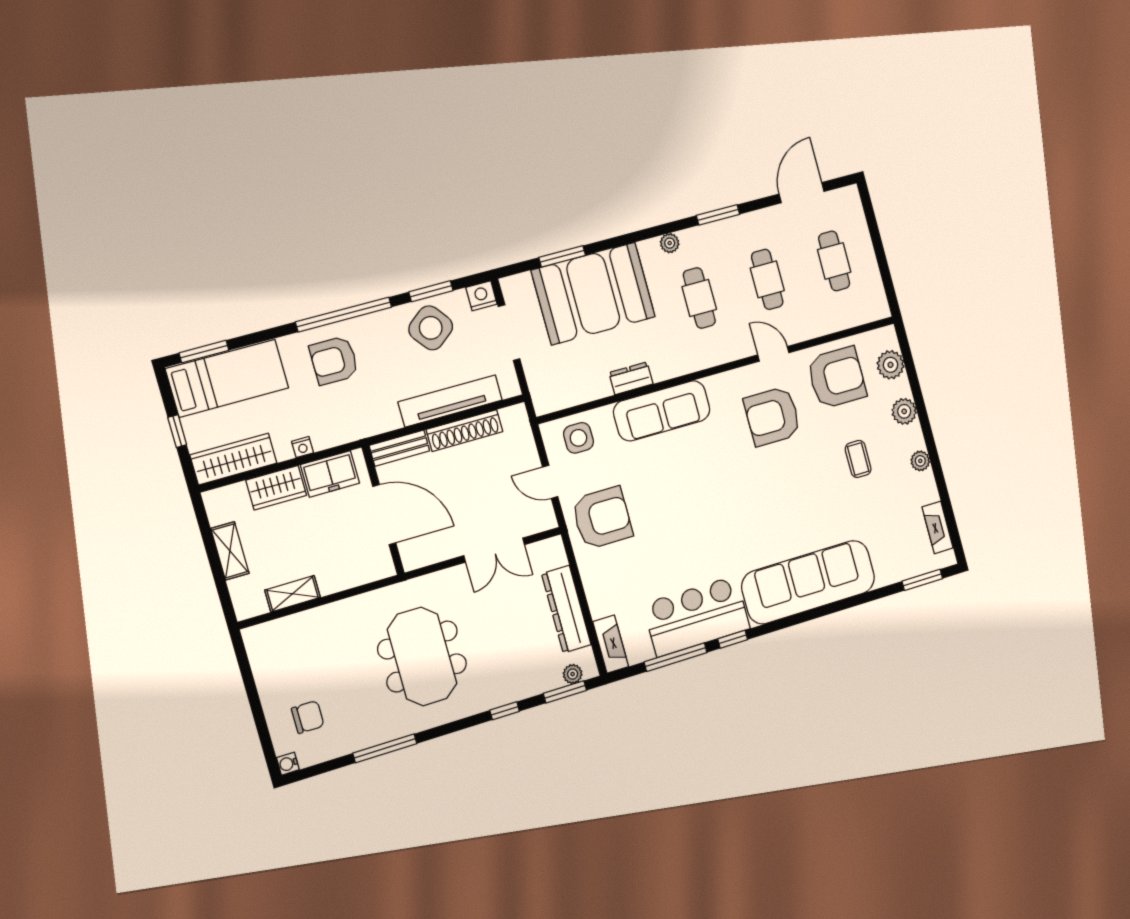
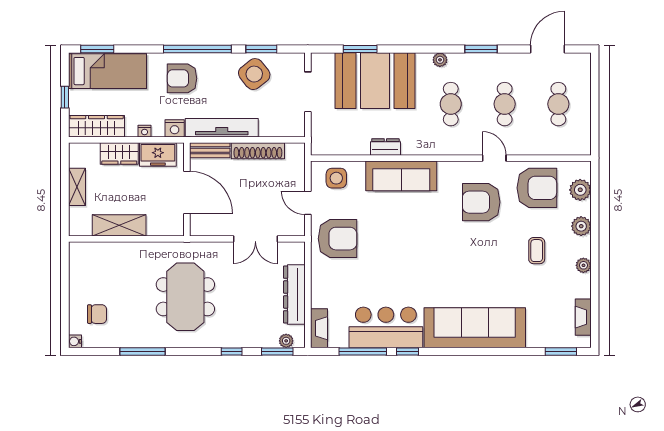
nightstand: (481, 296) -> (175, 128), moved, turned 180
tv unit: (450, 401) -> (222, 128), moved
shelving: (293, 594) -> (119, 225), width x1.50, depth x1.33

